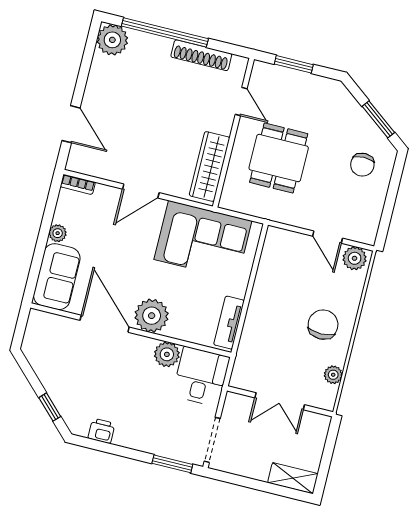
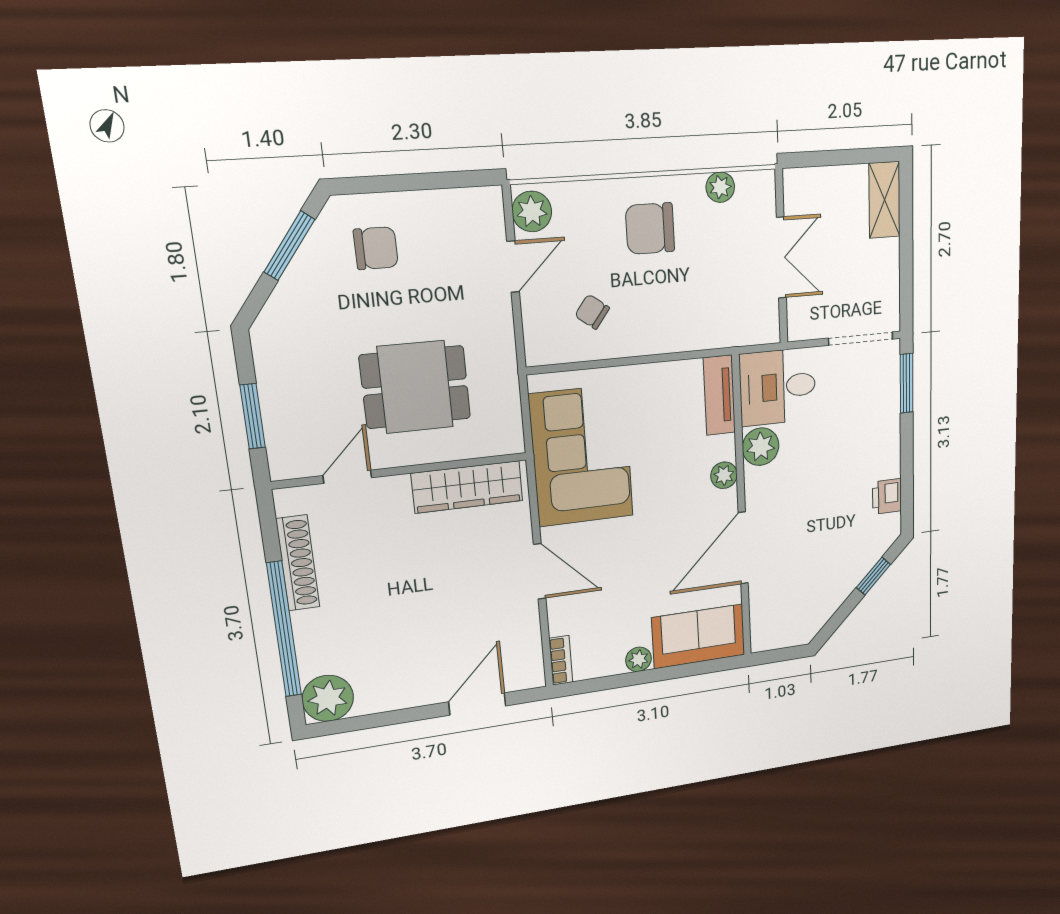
chair: (287, 275) -> (592, 312), added
plant: (152, 316) -> (724, 475), width x0.53, depth x0.53
tv unit: (229, 323) -> (719, 395), moved, turned 90

